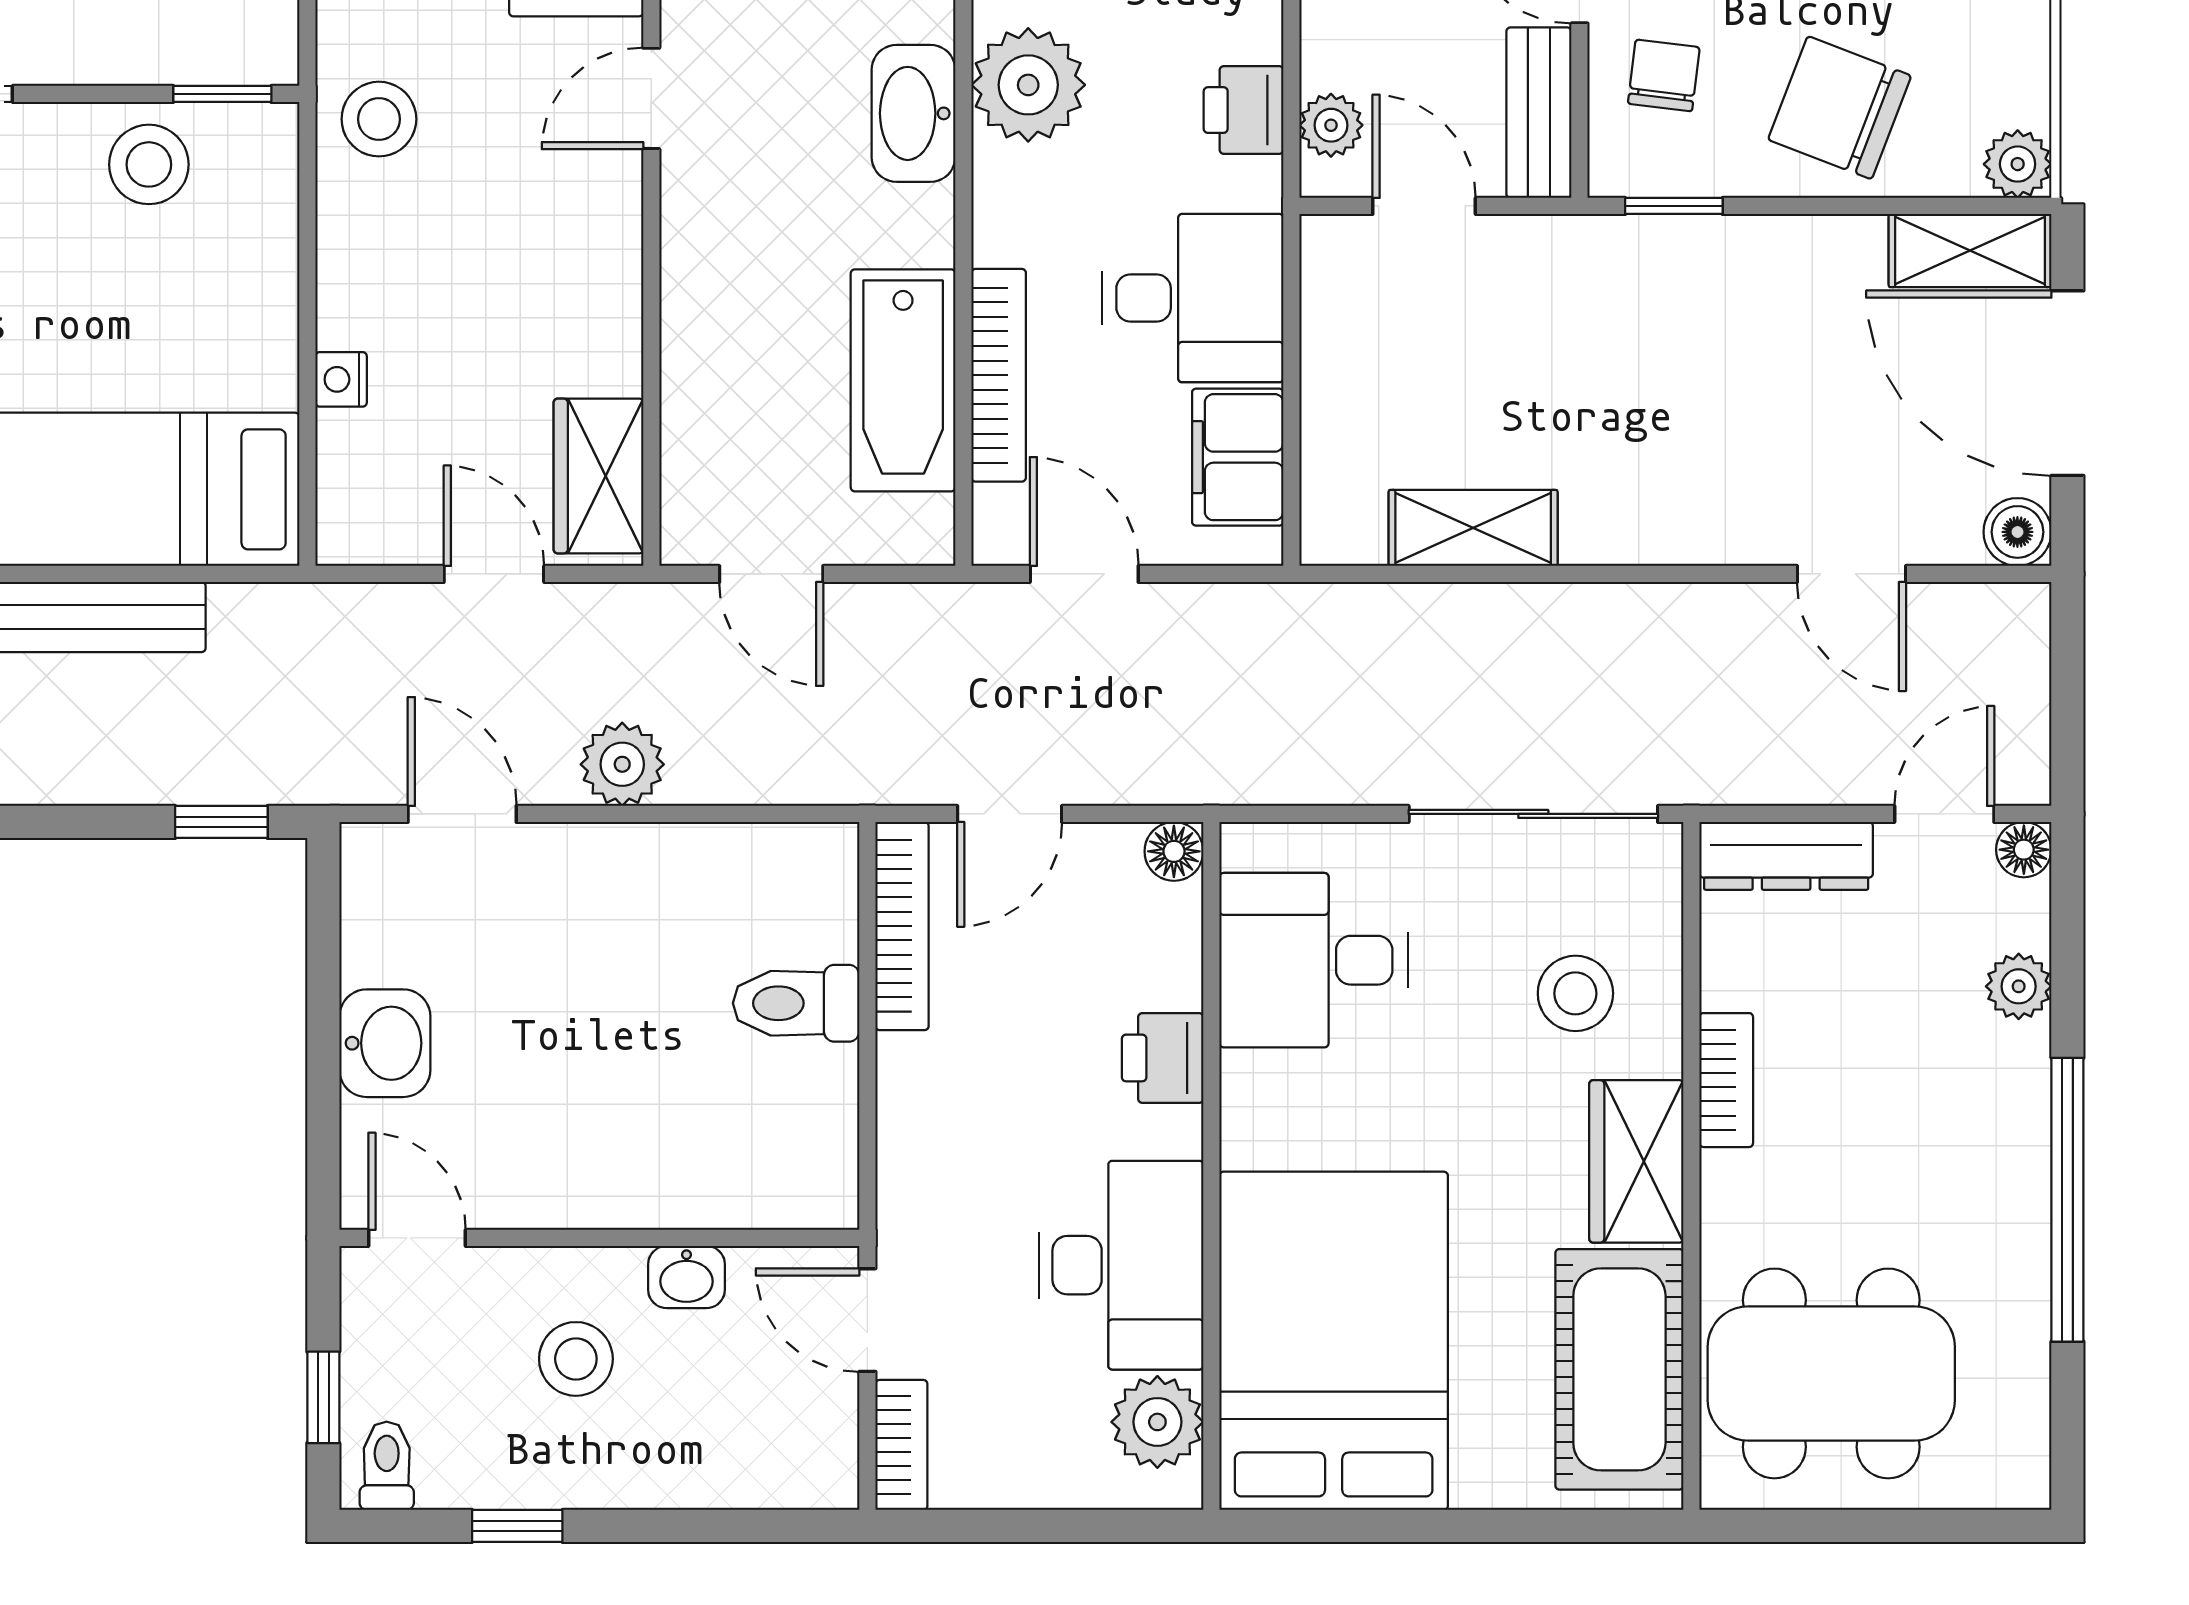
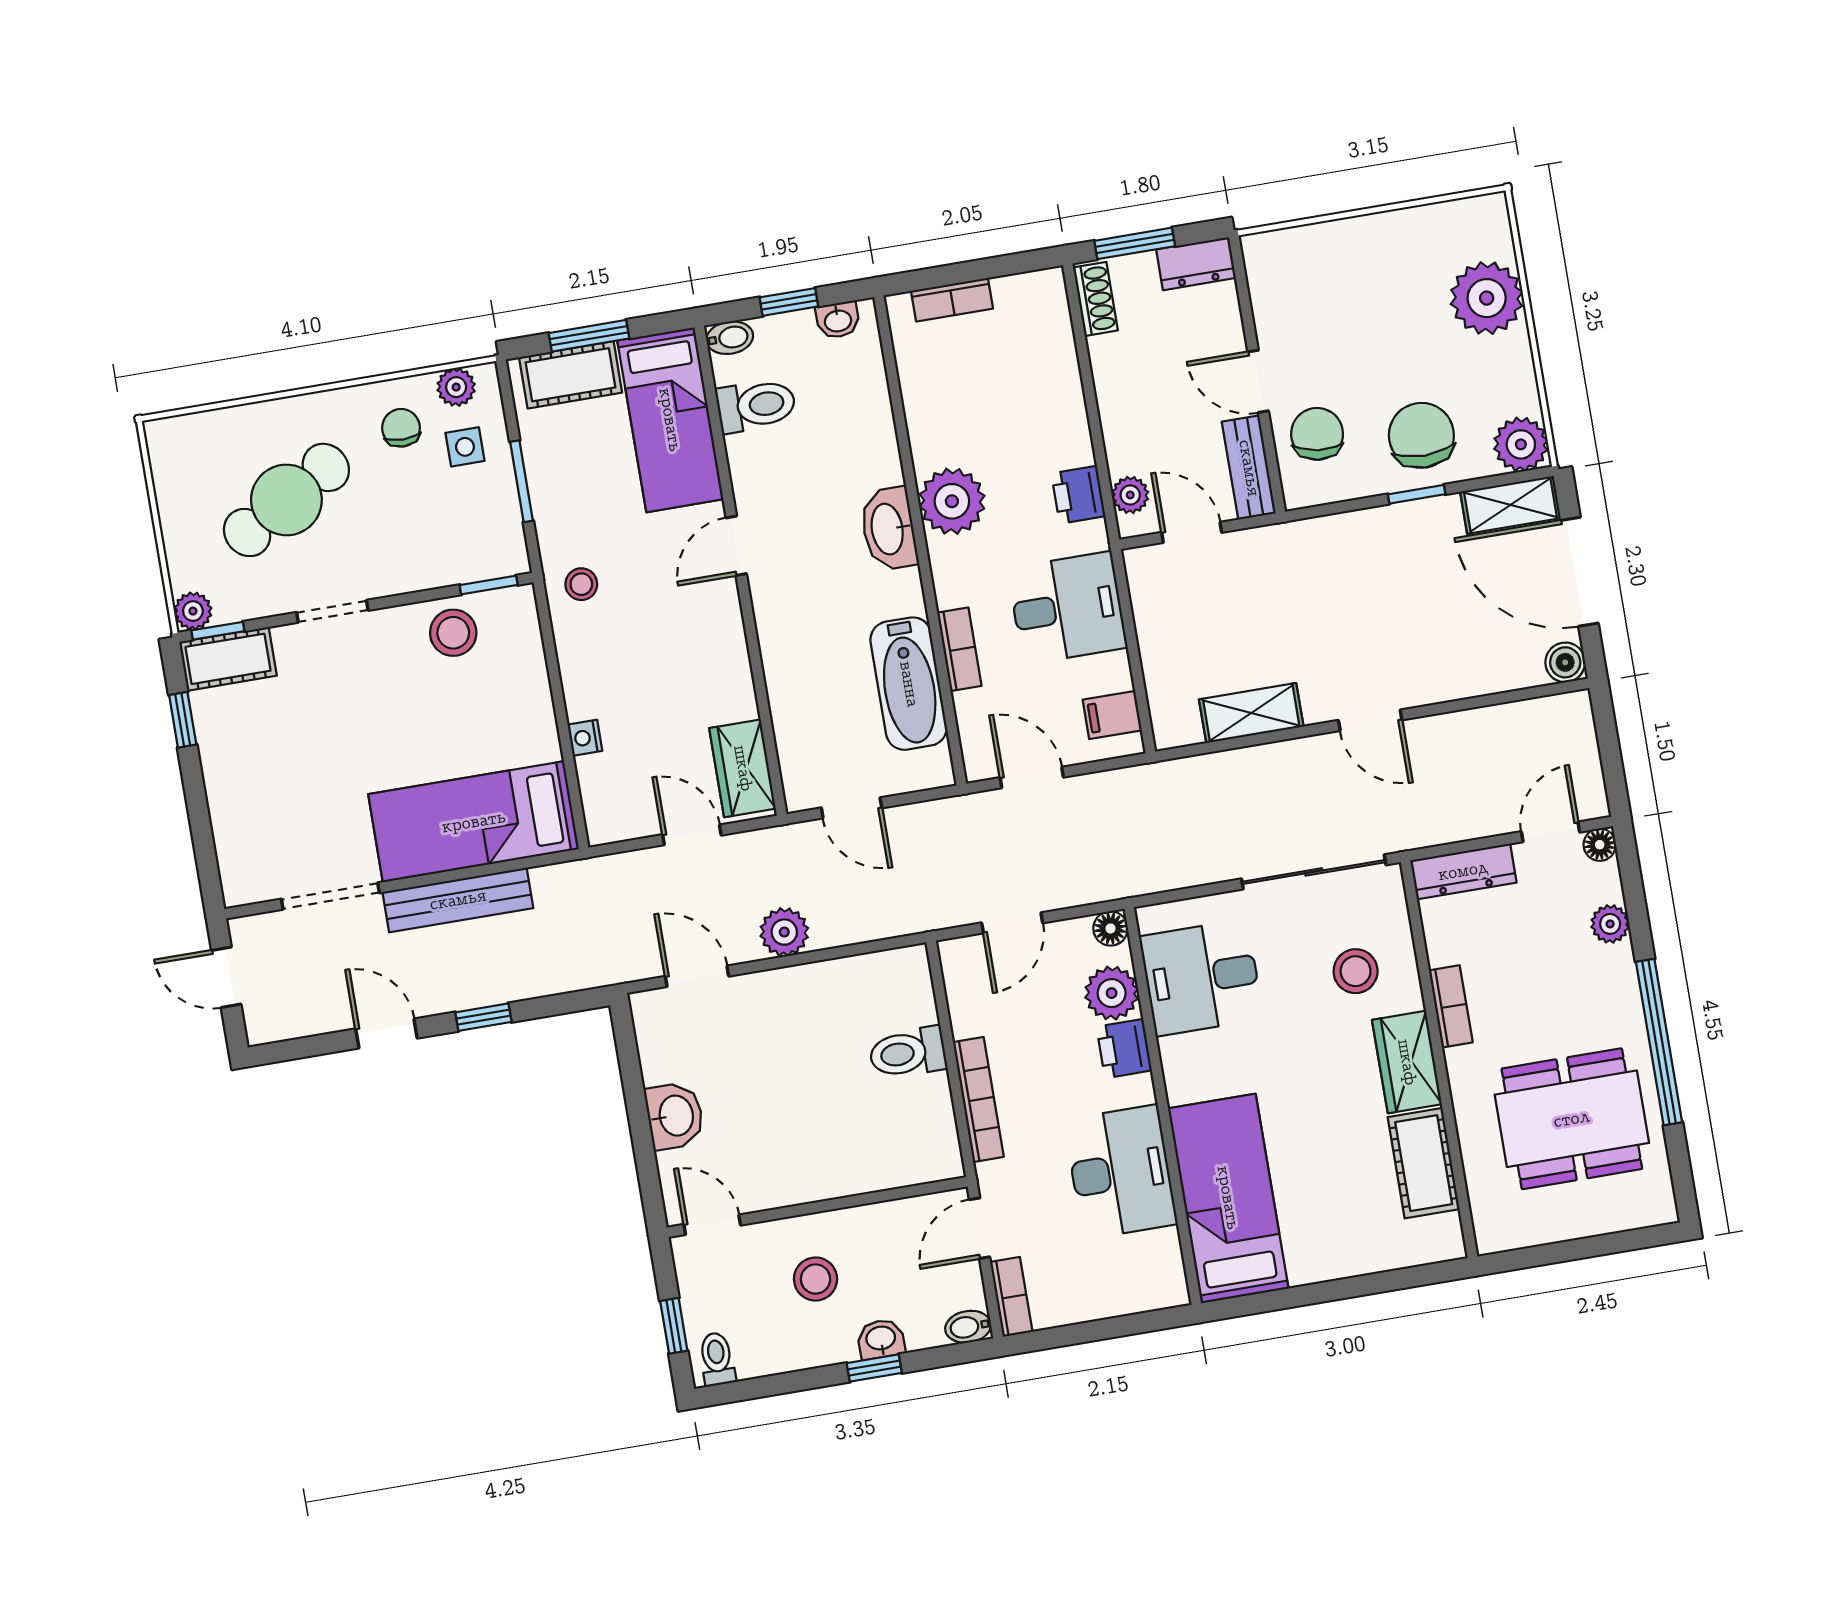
chair: (1664, 75) -> (1317, 434), width x1.37, depth x1.37
chair: (1840, 108) -> (1421, 435), turned 69
stool: (379, 119) -> (581, 584), width x0.73, depth x0.73
plant: (2018, 164) -> (1521, 444), width x1.38, depth x1.38
window: (1674, 206) -> (1417, 494), moved
bookcase: (999, 375) -> (959, 649), width x0.64
filing cabinet: (1238, 457) -> (1112, 715), width x0.50
door: (1852, 574) -> (1370, 720), moved
window: (221, 822) -> (483, 1017), moved
bookcase: (902, 926) -> (978, 1099), moved
washbasin: (687, 1277) -> (881, 1339), moved, turned 180
door: (867, 1320) -> (980, 1228), hinge flipped
bed: (1334, 1341) -> (1228, 1198), width x0.67
cot: (1619, 1369) -> (1424, 1163), width x0.73, depth x0.75
dining table: (1831, 1373) -> (1572, 1119), moved
plant: (1157, 1422) -> (1112, 993), moved
bidet: (820, 1483) -> (968, 1327), added
window: (517, 1526) -> (874, 1368), moved

